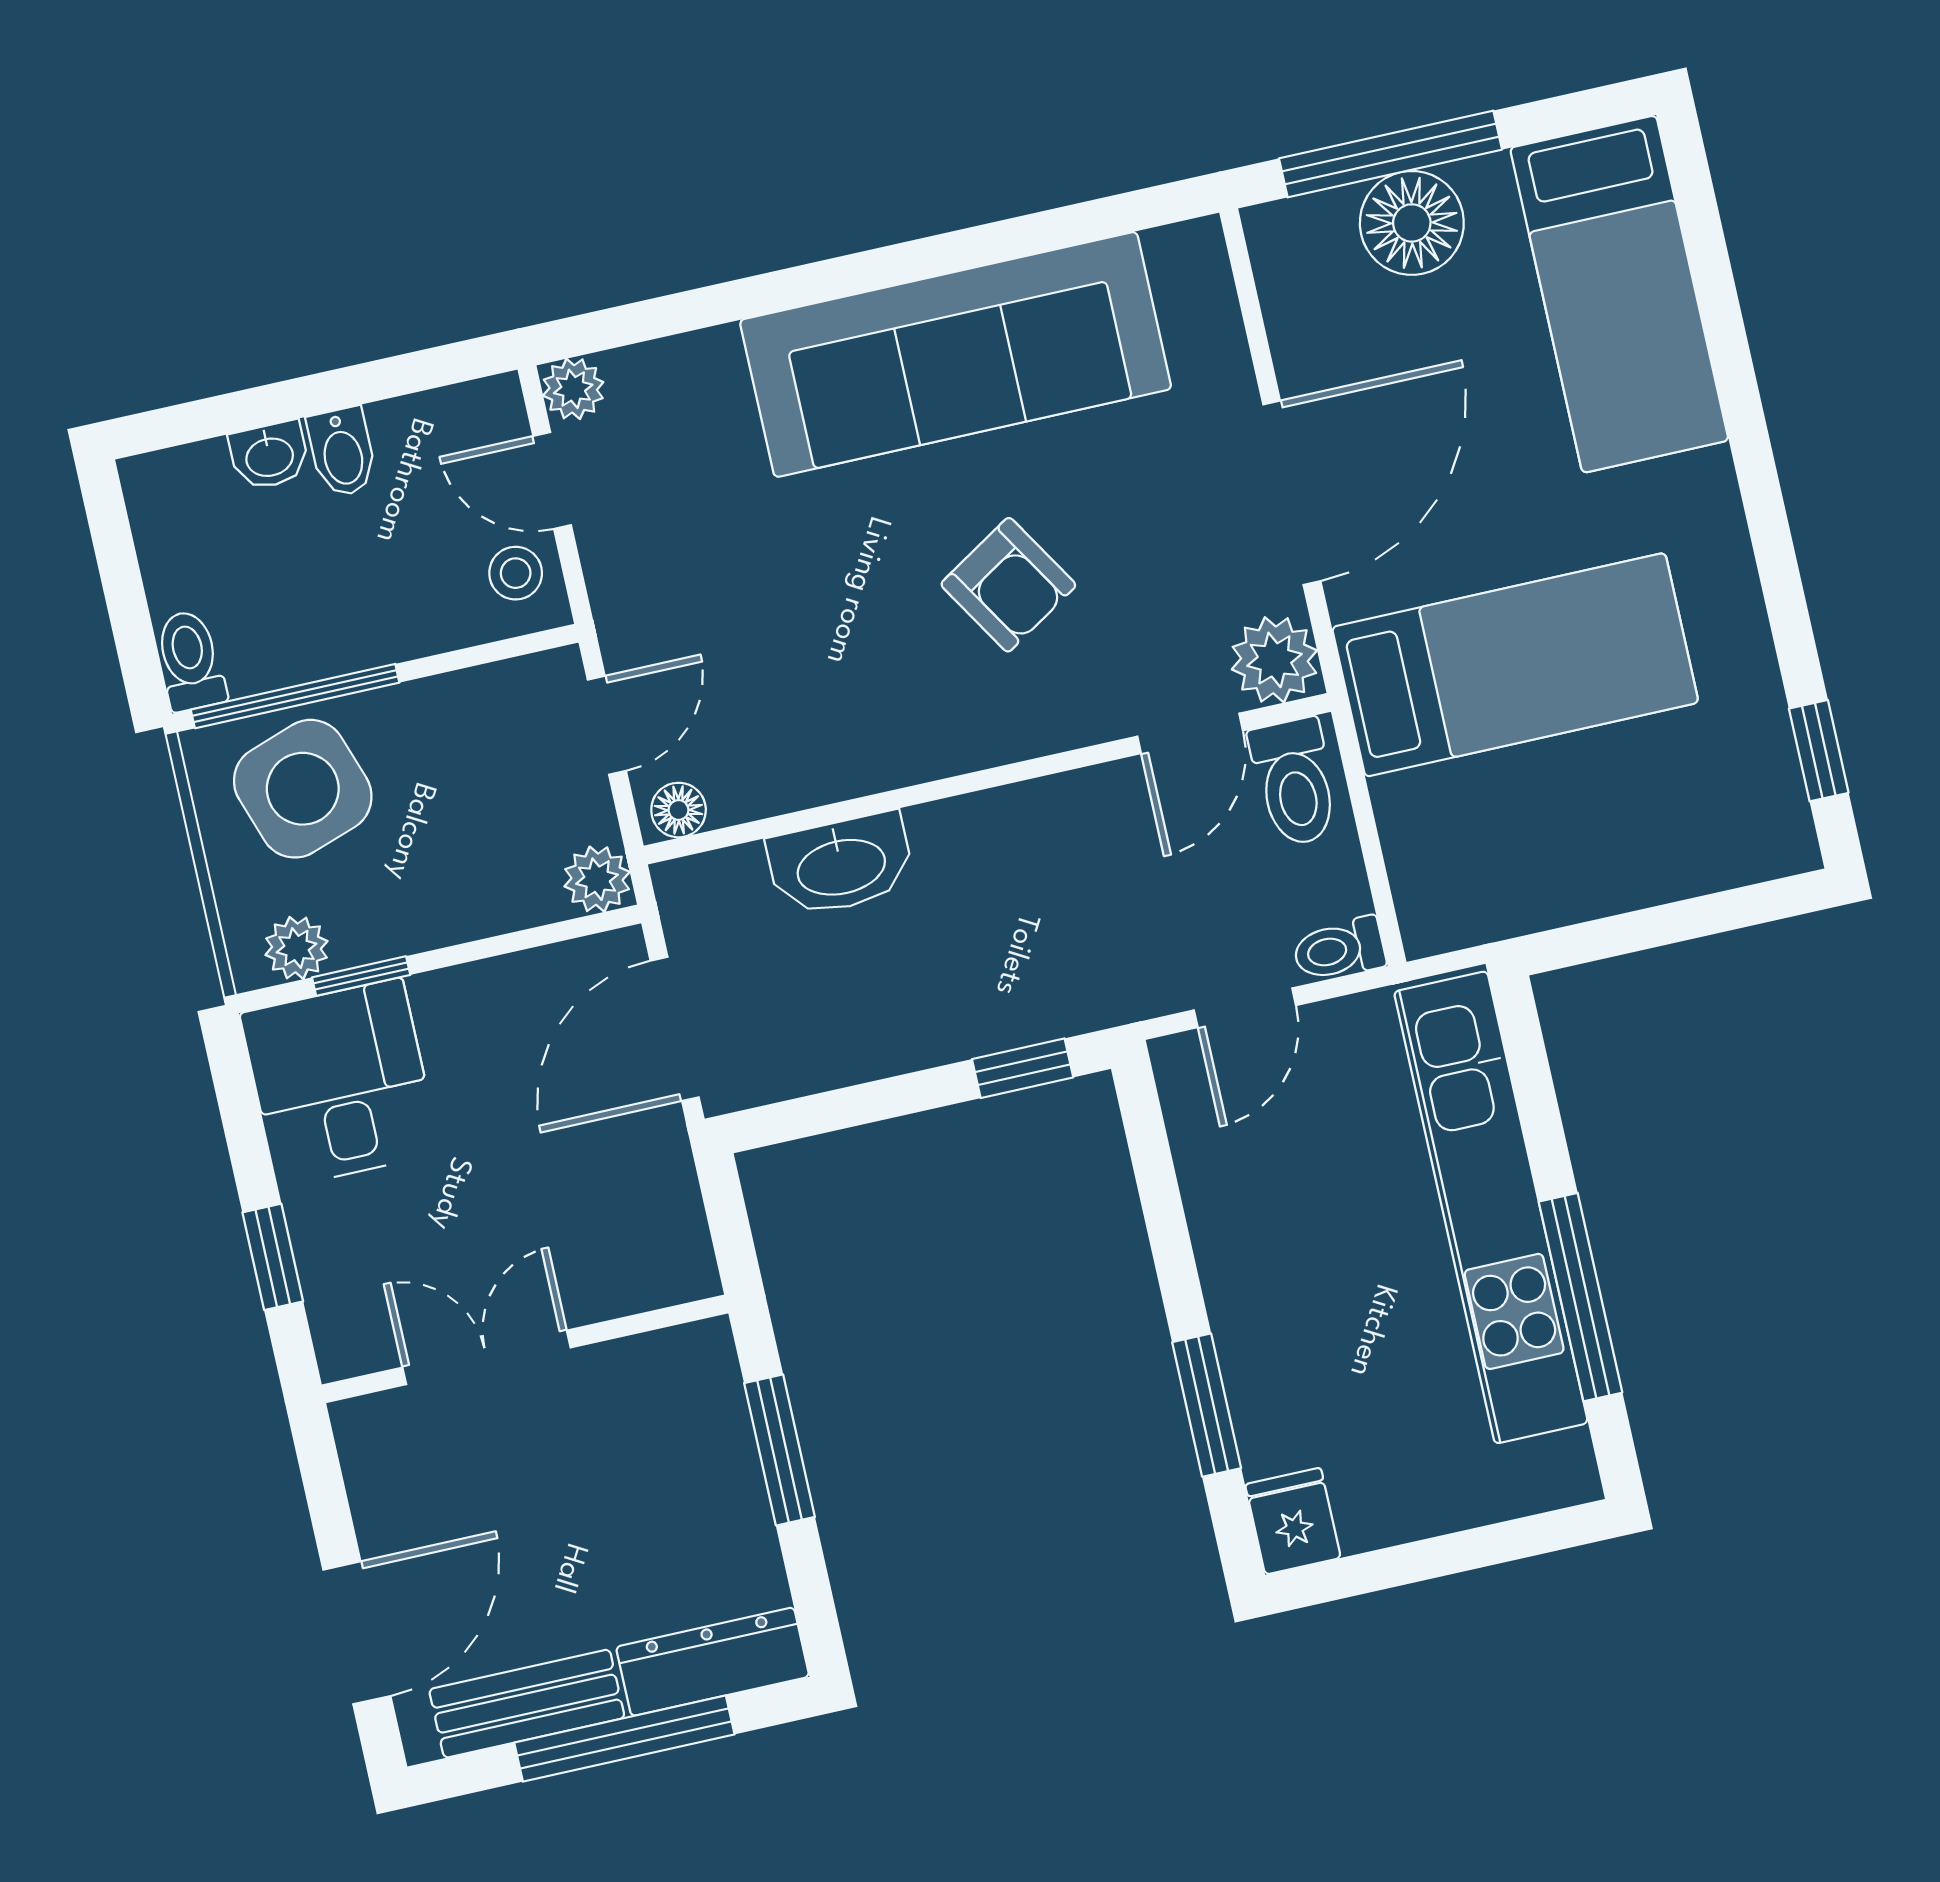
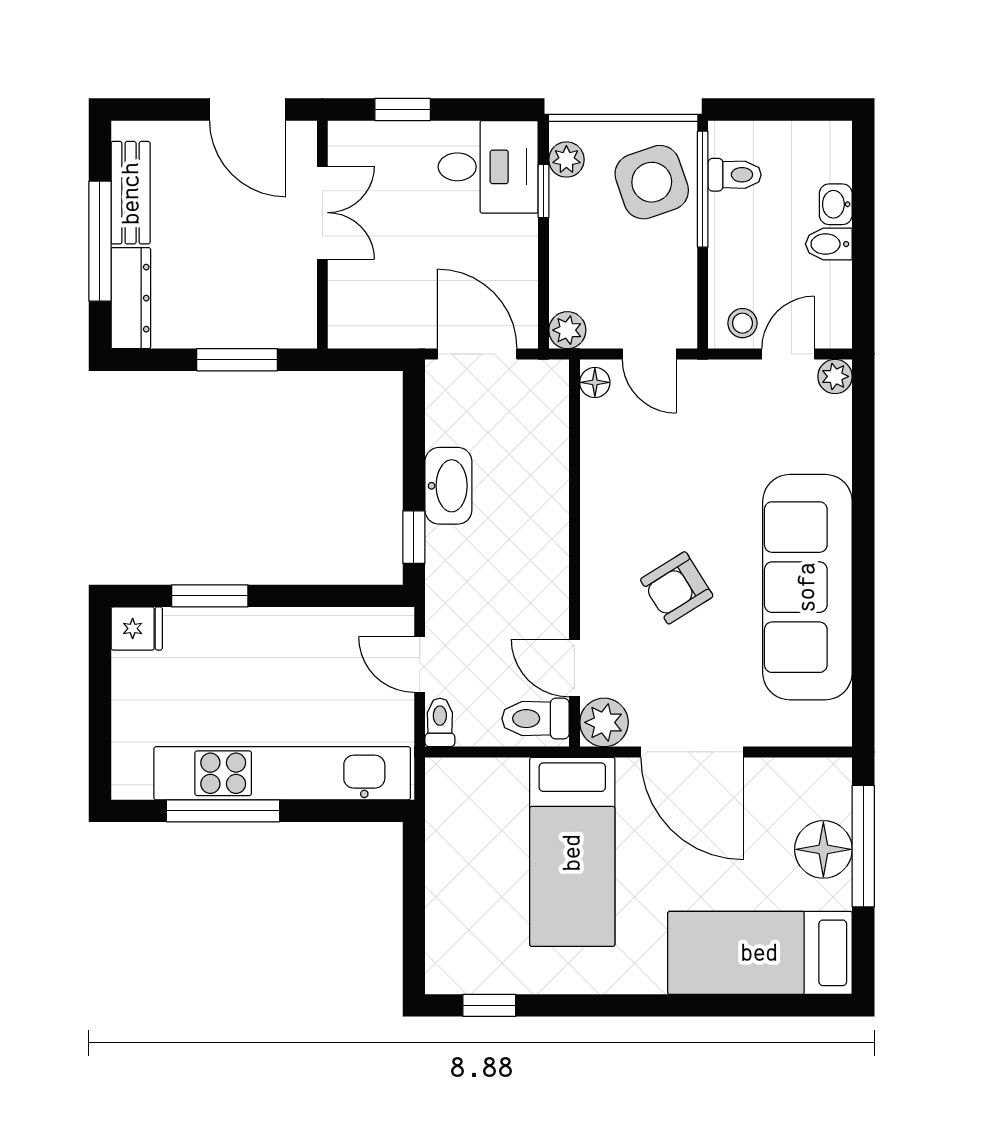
toilet: (190, 661) -> (735, 175), moved
washbasin: (841, 865) -> (448, 486), moved, turned 180
door: (357, 1633) -> (248, 109), moved

